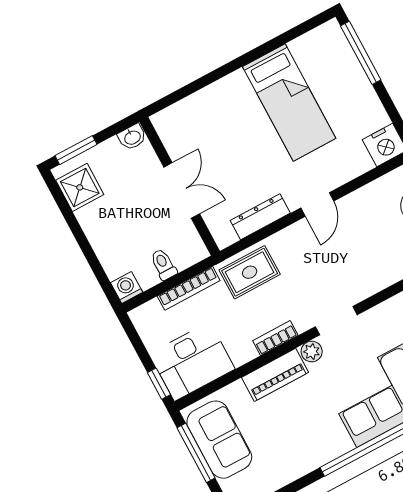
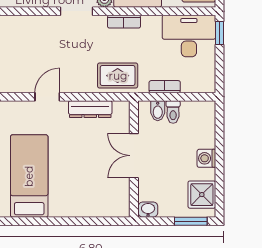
bidet: (182, 256) -> (158, 111), added
washing machine: (127, 287) -> (206, 158), moved, turned 90
bookcase: (189, 288) -> (165, 87), width x0.64

